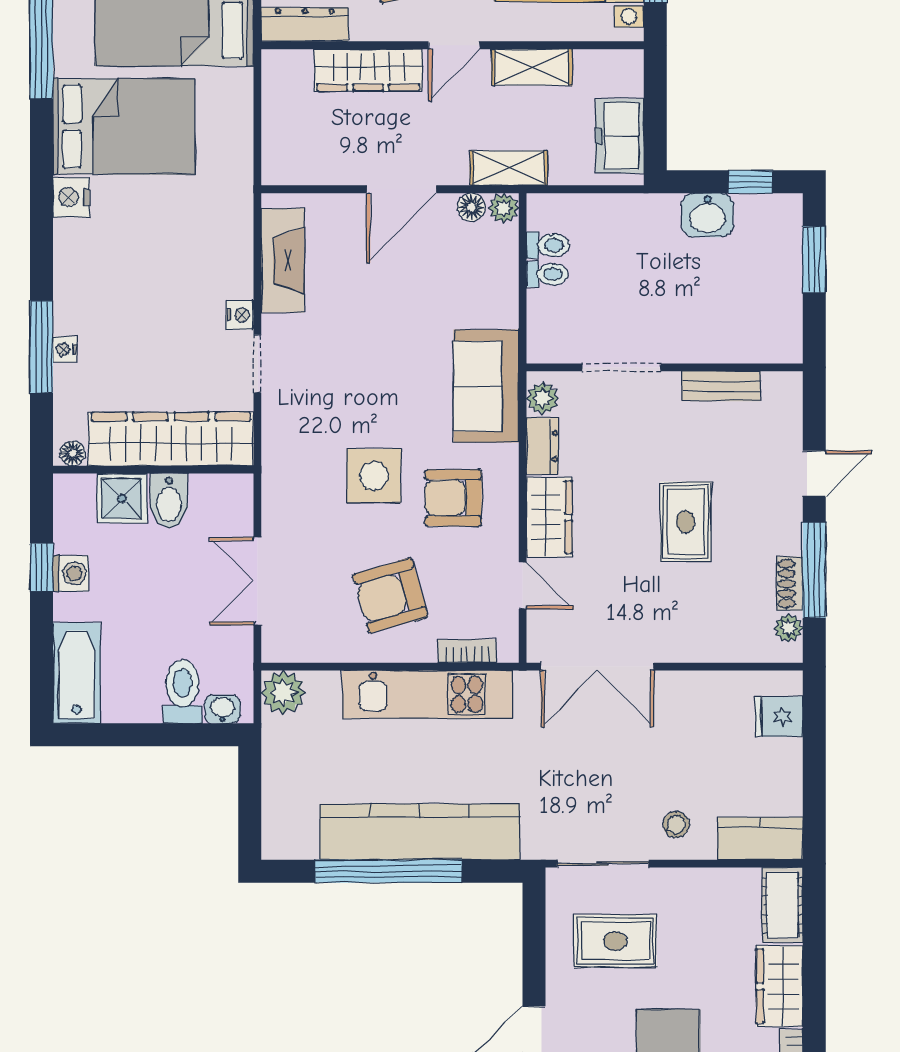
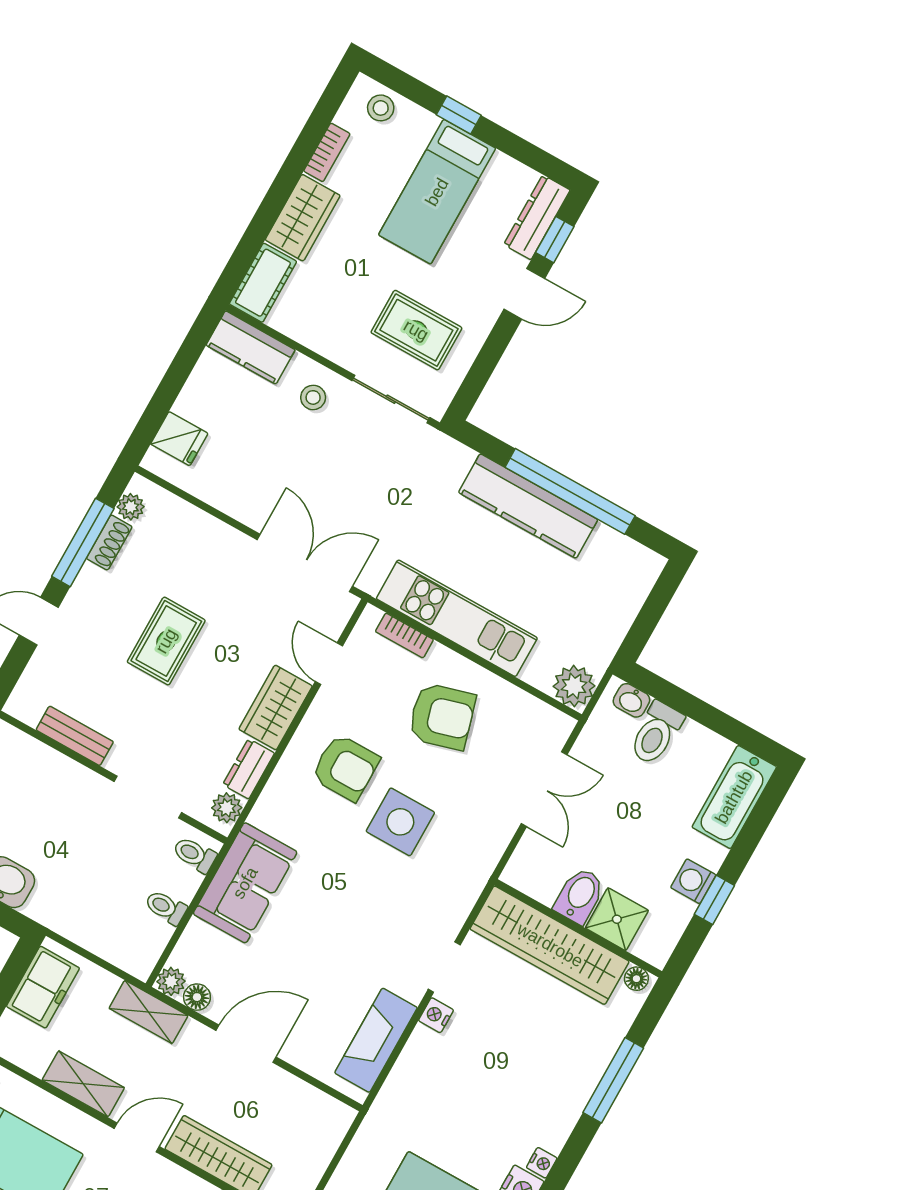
toilet: (548, 245) -> (195, 855), moved
nightstand: (65, 349) -> (542, 1163), moved
sofa: (486, 386) -> (245, 883), moved
kitchen counter: (420, 832) -> (528, 506), width x0.72, depth x0.86

